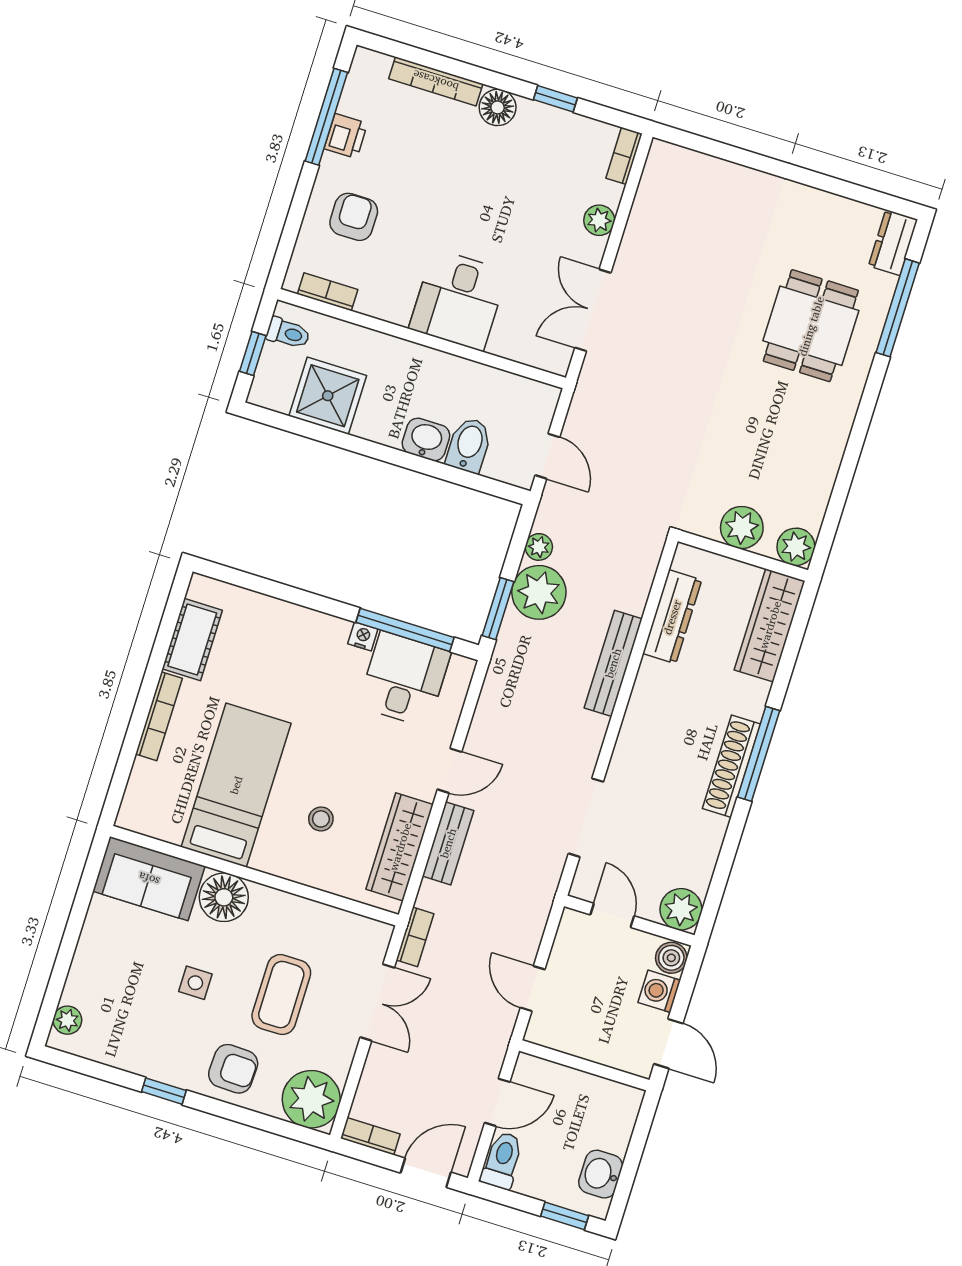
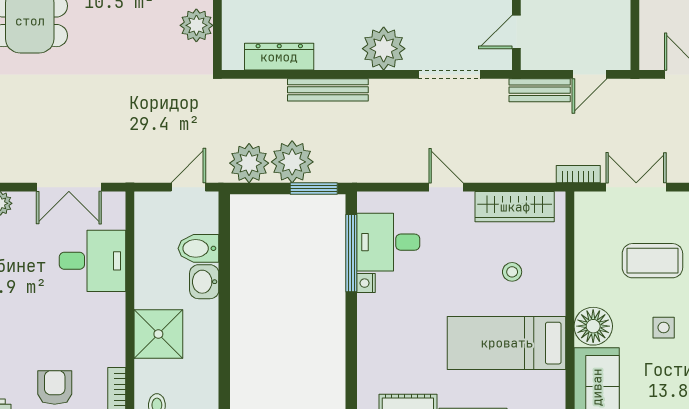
armchair: (354, 217) -> (55, 387), turned 90
desk: (458, 300) -> (92, 261), moved
shower: (328, 396) -> (158, 334), moved
plant: (539, 547) -> (249, 163), width x1.88, depth x1.88
plant: (642, 747) -> (384, 49), added
bench: (448, 843) -> (540, 90), moved

